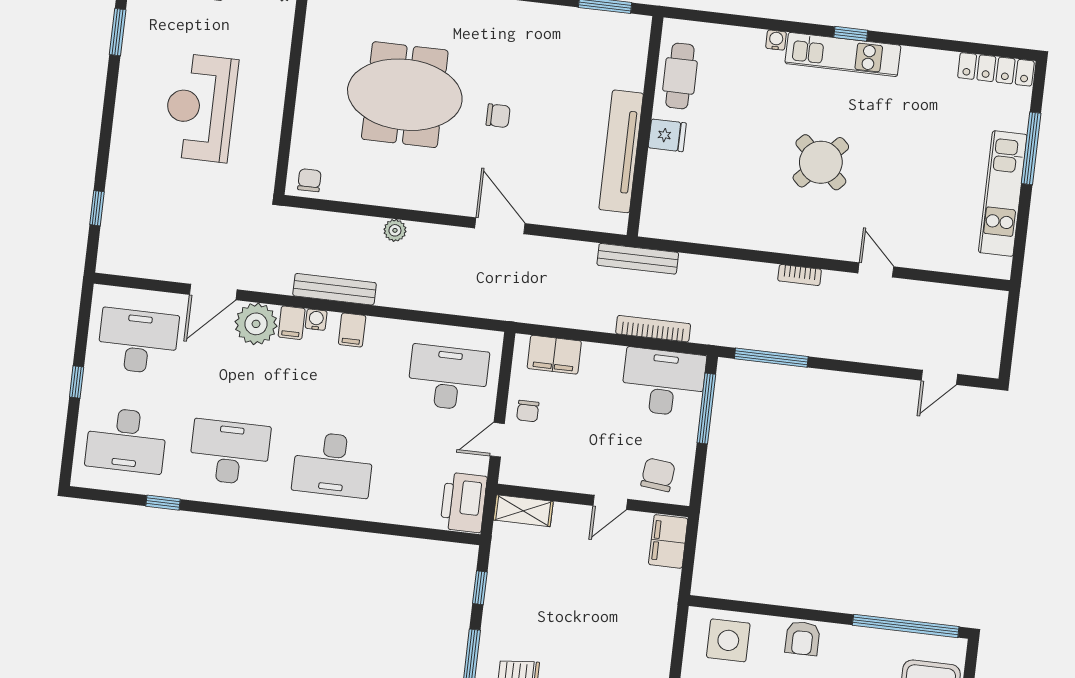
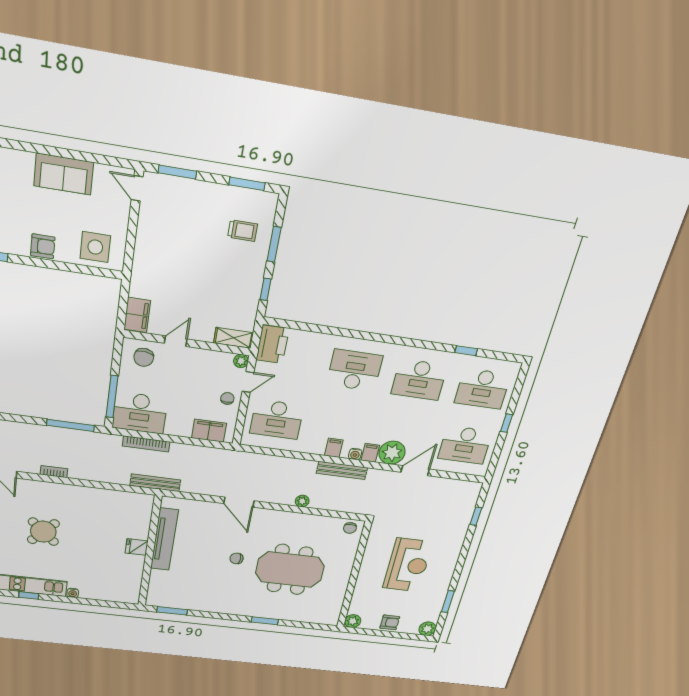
cafe table: (680, 76) -> (129, 576), removed
desk: (126, 440) -> (482, 389), turned 180
plant: (510, 474) -> (241, 361), added
armchair: (803, 638) -> (43, 246), turned 90

